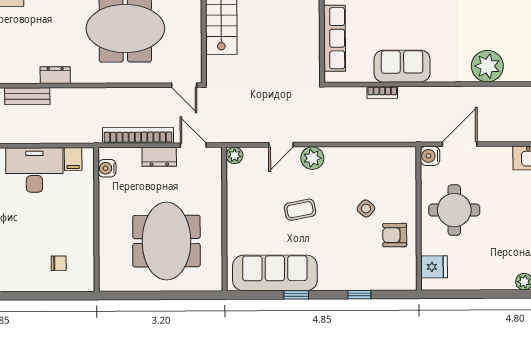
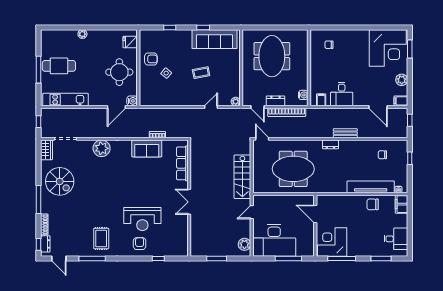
plant: (312, 158) -> (194, 100), removed
desk: (34, 170) -> (342, 94), width x0.73

